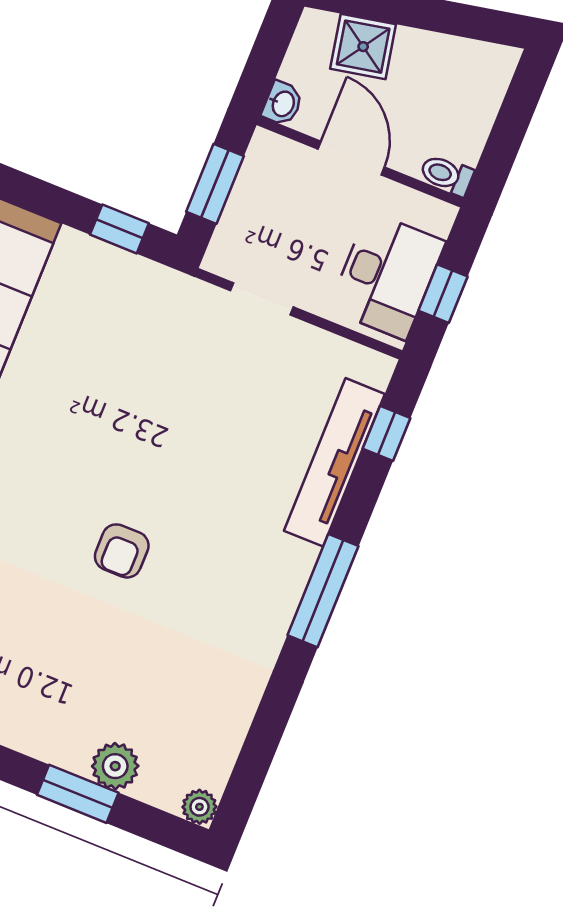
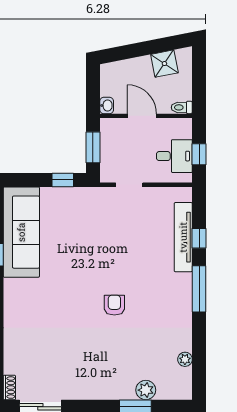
shower: (363, 47) -> (164, 64), moved
desk: (387, 276) -> (174, 156), width x0.73
window: (387, 433) -> (199, 238), moved
armchair: (122, 551) -> (114, 305), turned 180
plant: (199, 807) -> (185, 359), moved

